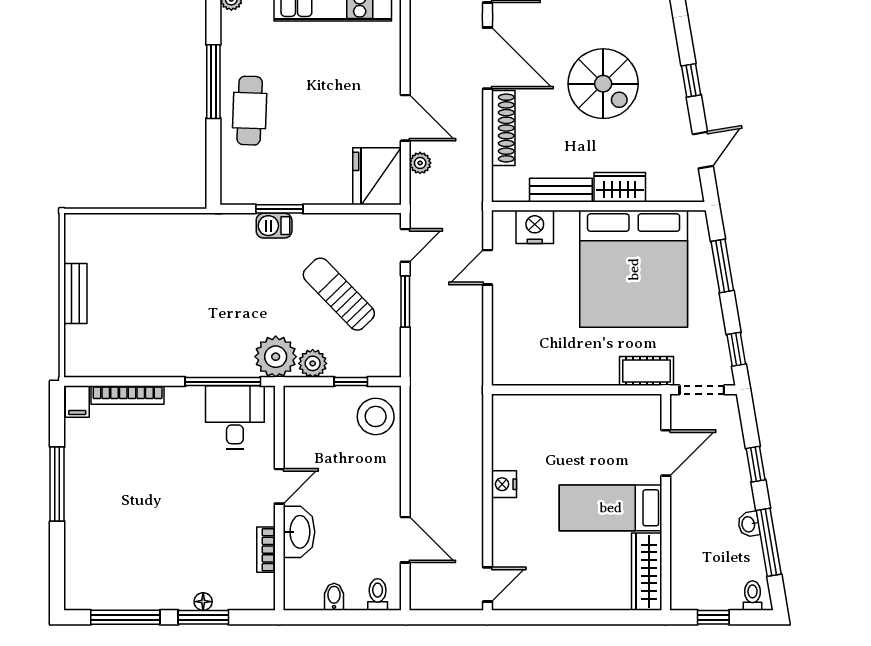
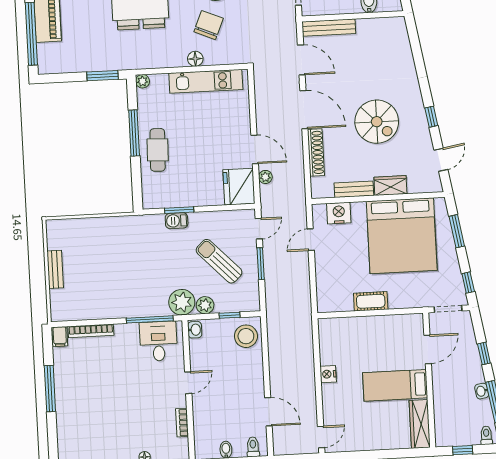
cot: (647, 371) -> (371, 301), moved
washbasin: (299, 532) -> (195, 330), moved, width x0.52, depth x0.69

